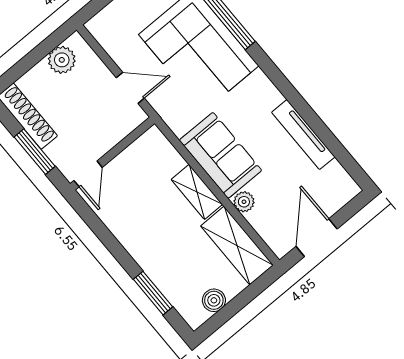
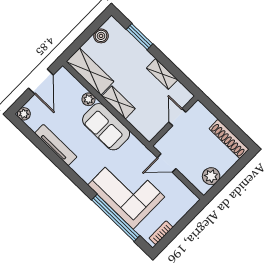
window: (35, 152) -> (222, 117), removed
door: (88, 174) -> (177, 117), moved
plant: (349, 189) -> (24, 114), added
shelving: (123, 230) -> (162, 74), added

